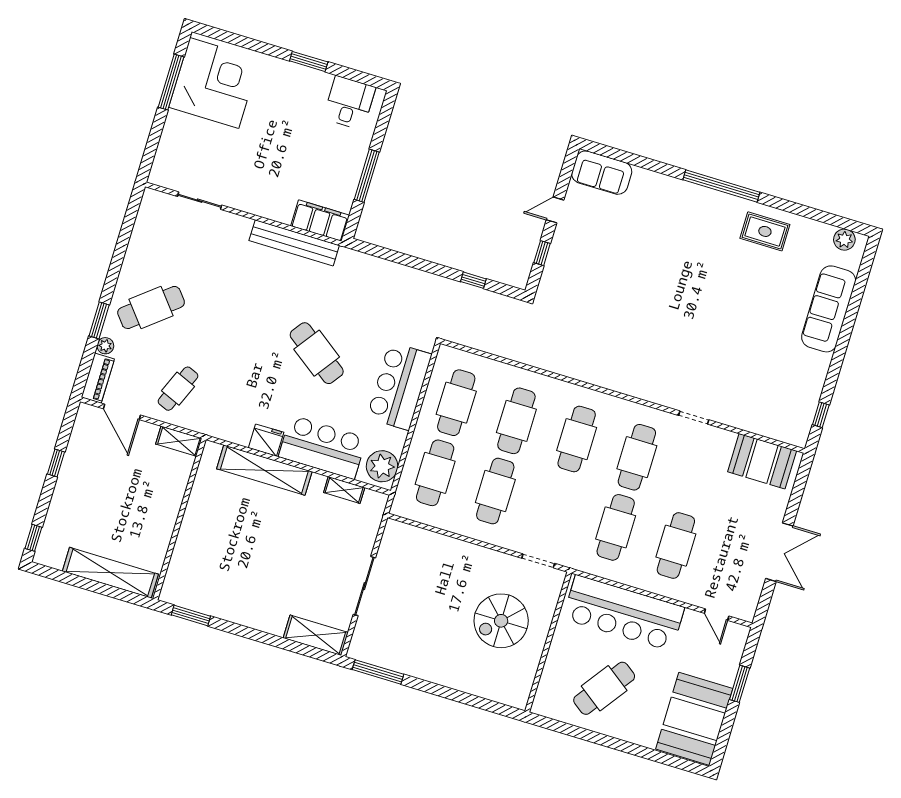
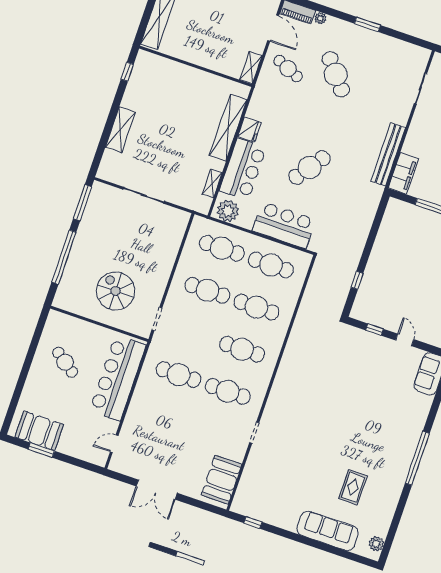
rug: (765, 231) -> (353, 487), moved
cafe table: (151, 307) -> (336, 74), moved
window: (99, 320) -> (367, 24), moved
door: (122, 412) -> (273, 28), swing flipped
cafe table: (676, 546) -> (164, 417), removed
window: (191, 616) -> (127, 72), width x0.67
shelving: (316, 635) -> (120, 130), moved
window: (740, 684) -> (41, 450), moved
cafe table: (604, 688) -> (65, 362), width x0.73, depth x0.74
window: (456, 696) -> (64, 257), added
booth: (694, 719) -> (39, 431), width x0.73, depth x0.70

